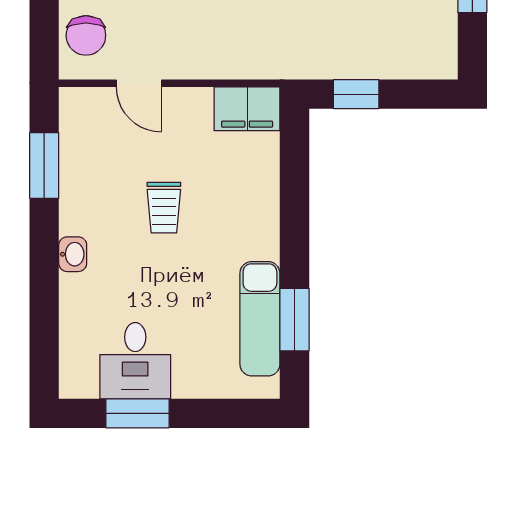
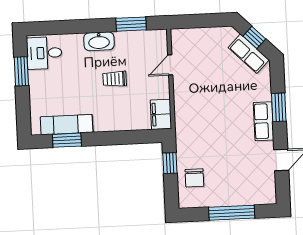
chair: (86, 35) -> (194, 178), moved, turned -90
washbasin: (73, 254) -> (99, 41), width x1.91, depth x1.45
desk: (135, 361) -> (44, 53), moved

